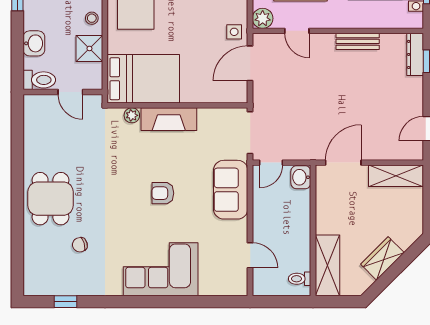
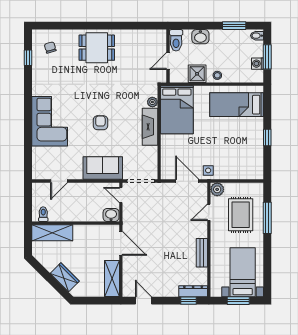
chair: (80, 245) -> (50, 47), moved
wardrobe: (382, 258) -> (65, 277), moved

